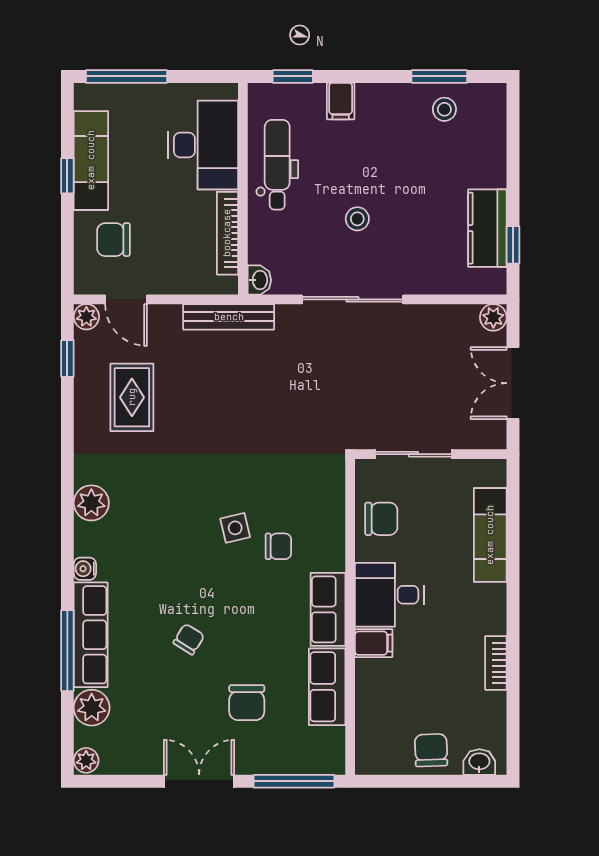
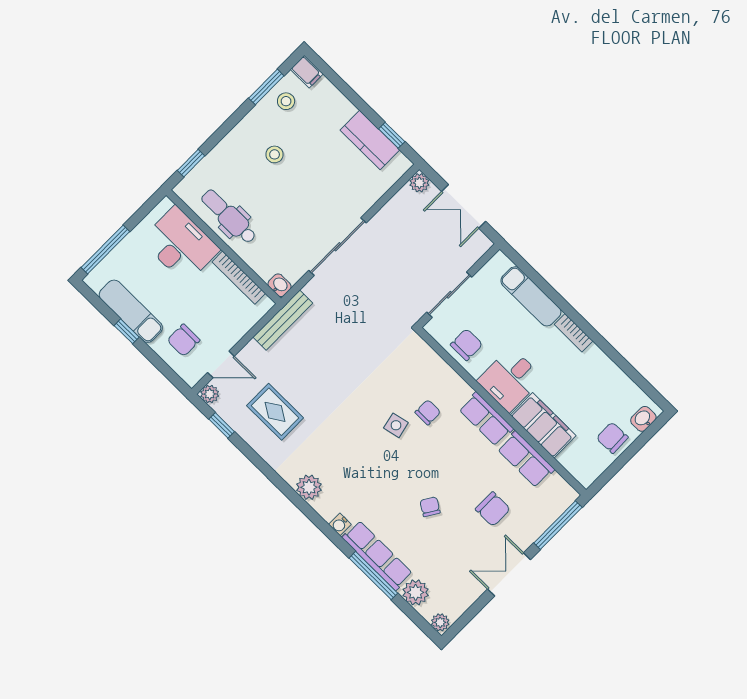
filing cabinet: (341, 101) -> (307, 72), moved
stool: (357, 219) -> (275, 154), moved
filing cabinet: (374, 643) -> (543, 425), width x3.00, depth x1.17
bookcase: (496, 663) -> (574, 333), moved

